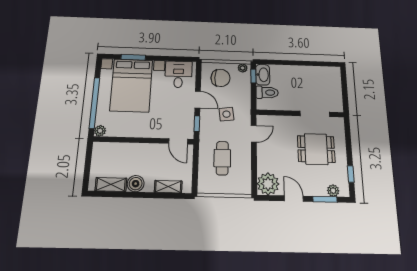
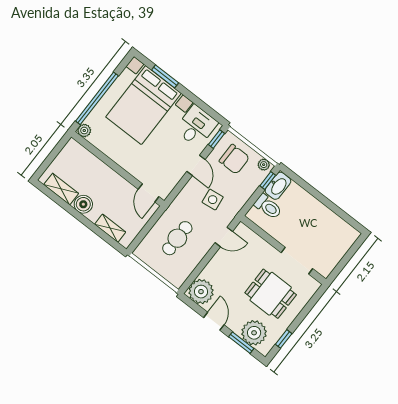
window: (197, 124) -> (216, 139), moved
plant: (333, 191) -> (254, 333), width x1.88, depth x1.88

